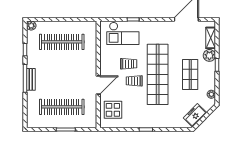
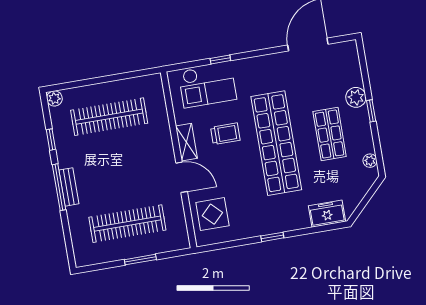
shelving: (211, 38) -> (186, 142), moved
trolley: (134, 81) -> (239, 160), removed
door: (98, 85) -> (182, 177), hinge flipped
freezer: (195, 115) -> (327, 214), moved, turned 45

